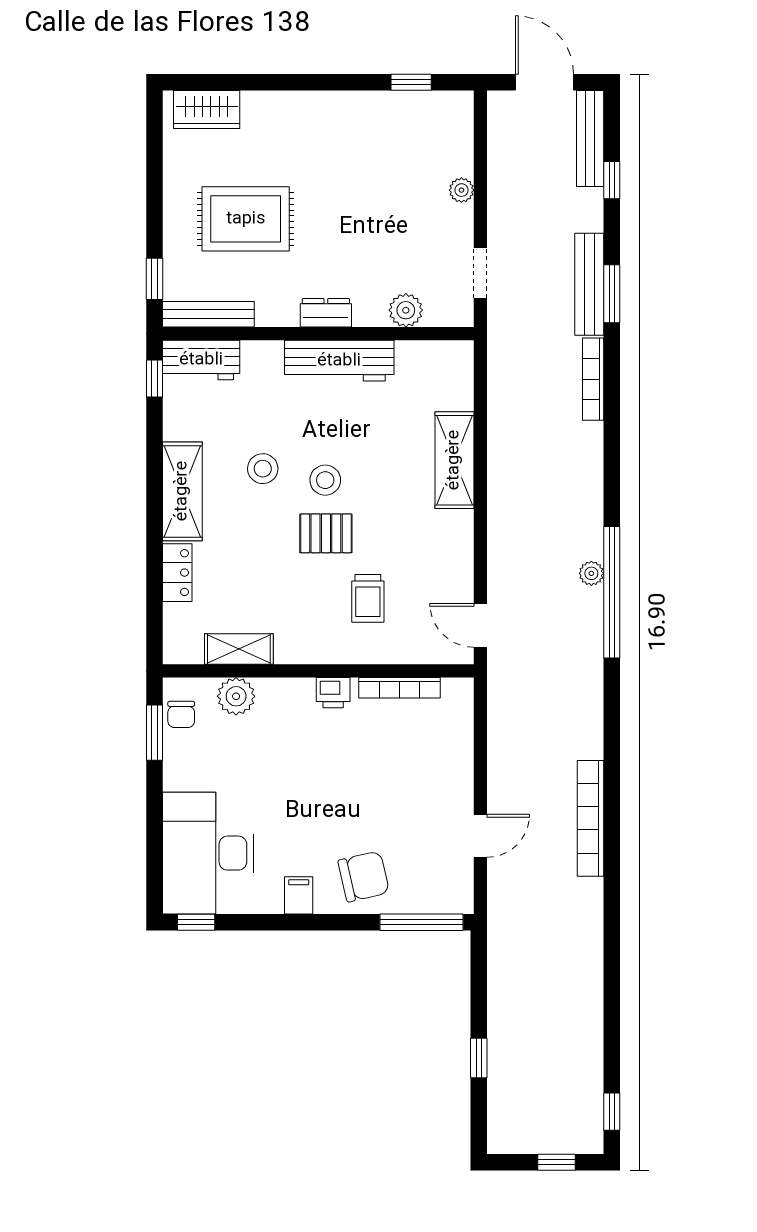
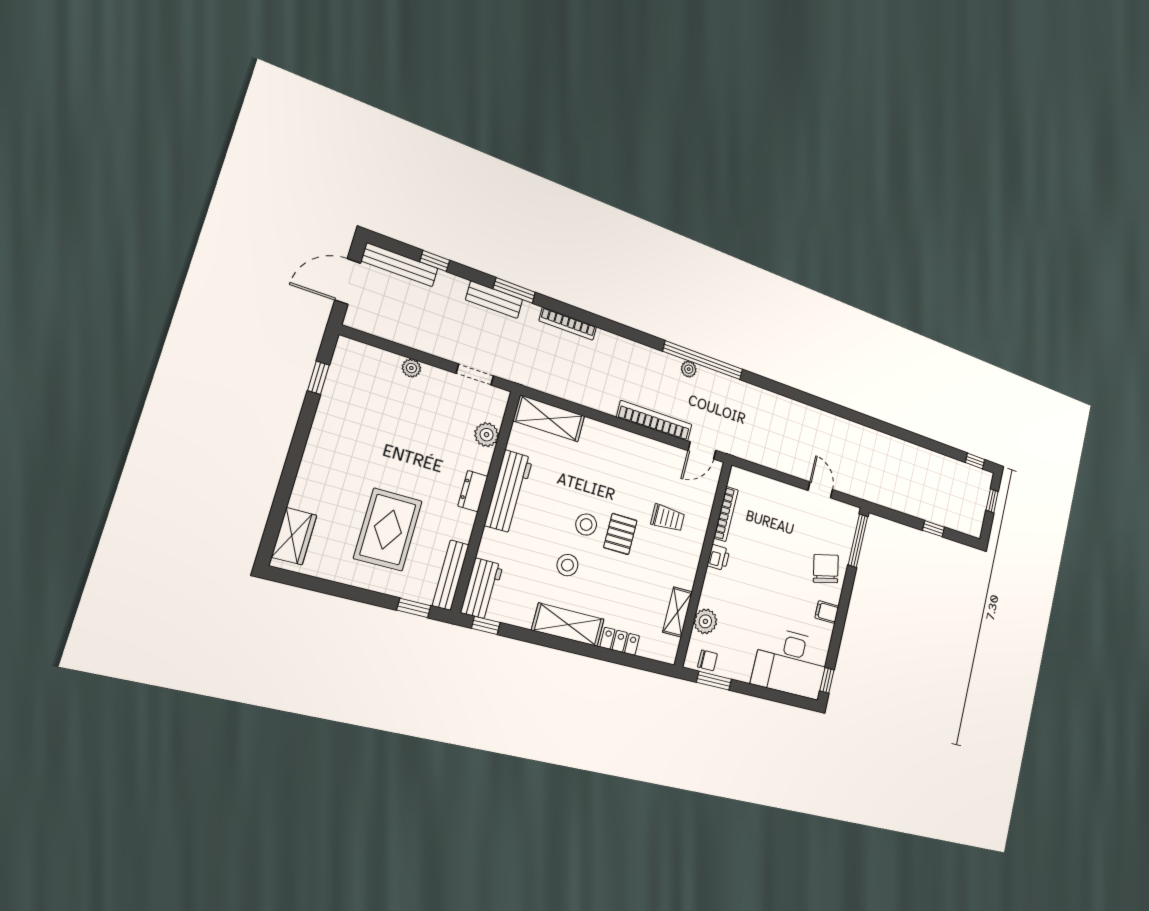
bench: (589, 284) -> (494, 300), width x0.73
shelving: (454, 460) -> (549, 418), moved
bookcase: (590, 818) -> (655, 421), moved, turned 180

